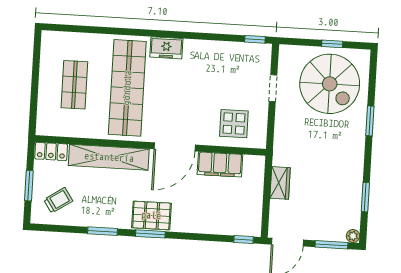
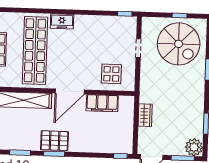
plant: (353, 236) -> (194, 147), width x1.87, depth x1.87

